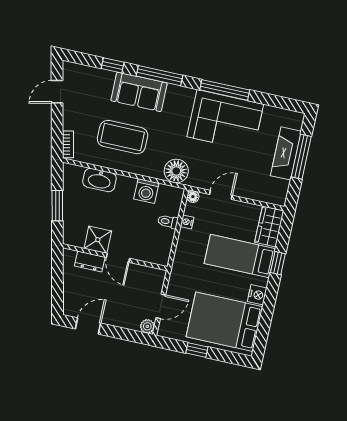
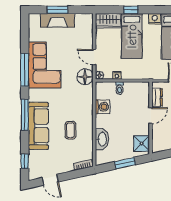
window: (113, 65) -> (25, 161), moved
sofa: (139, 92) -> (38, 126), width x1.36
coffee table: (123, 137) -> (70, 130), width x0.54, depth x0.58
window: (301, 157) -> (57, 10), width x0.69
floor lamp: (176, 171) -> (85, 77), moved
shower: (98, 240) -> (142, 143), moved
dresser: (90, 261) -> (157, 97), moved

